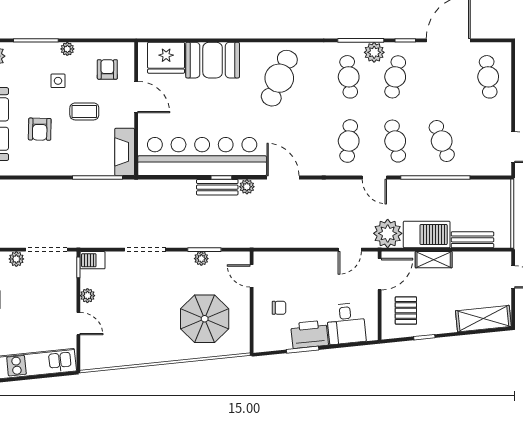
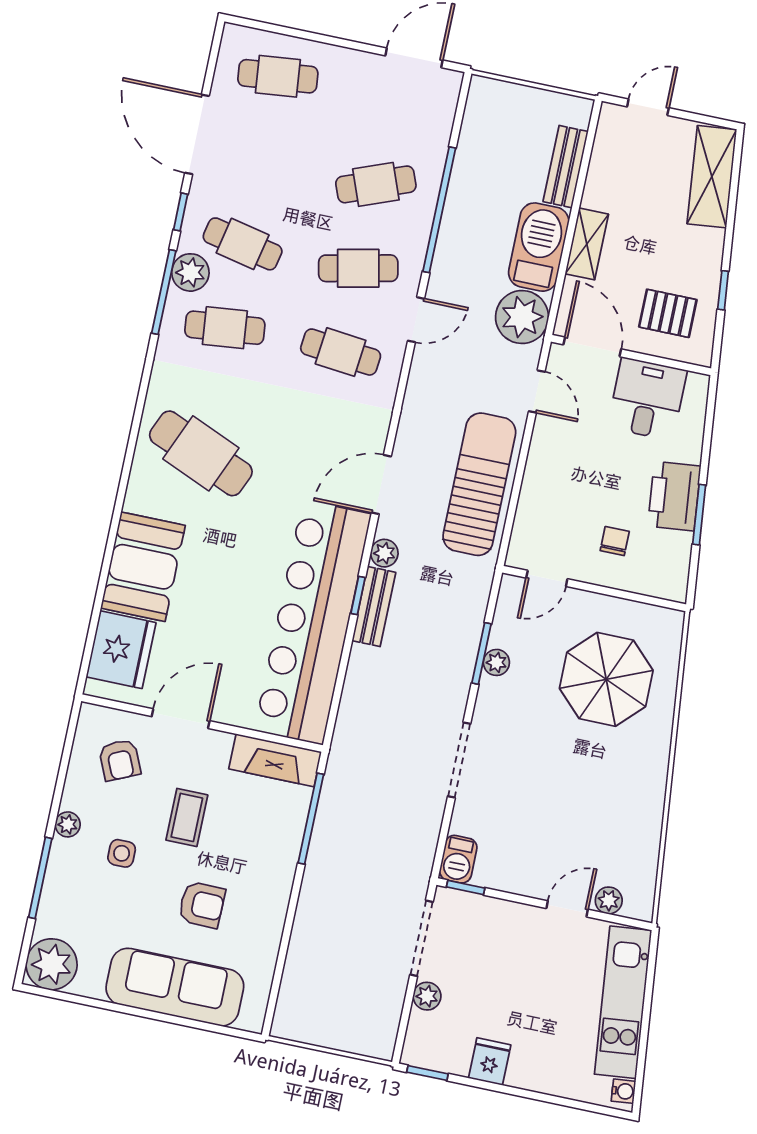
armchair: (107, 69) -> (120, 760), turned -114
sun lounger: (294, 230) -> (479, 484), added
plant: (87, 296) -> (609, 900), moved
desk: (346, 324) -> (647, 399), moved, turned -84

